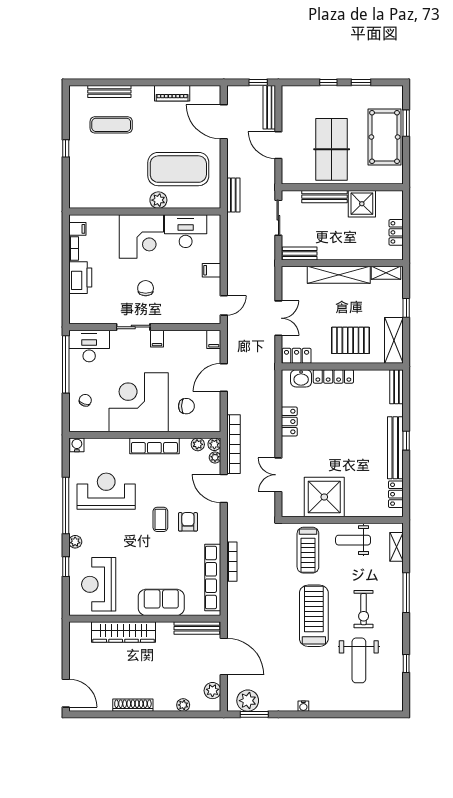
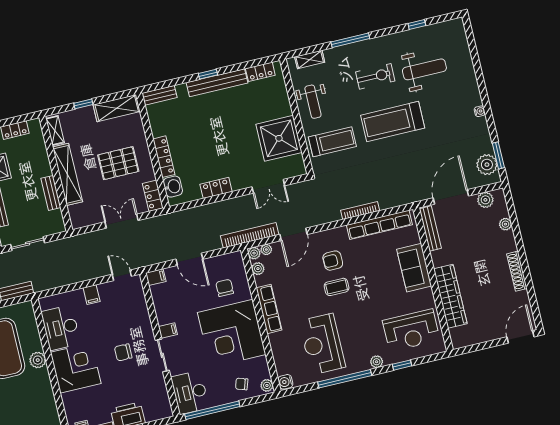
bench: (300, 254) -> (51, 193), moved
pallet: (350, 340) -> (118, 163), moved, turned 90
plant: (78, 425) -> (267, 385), added

